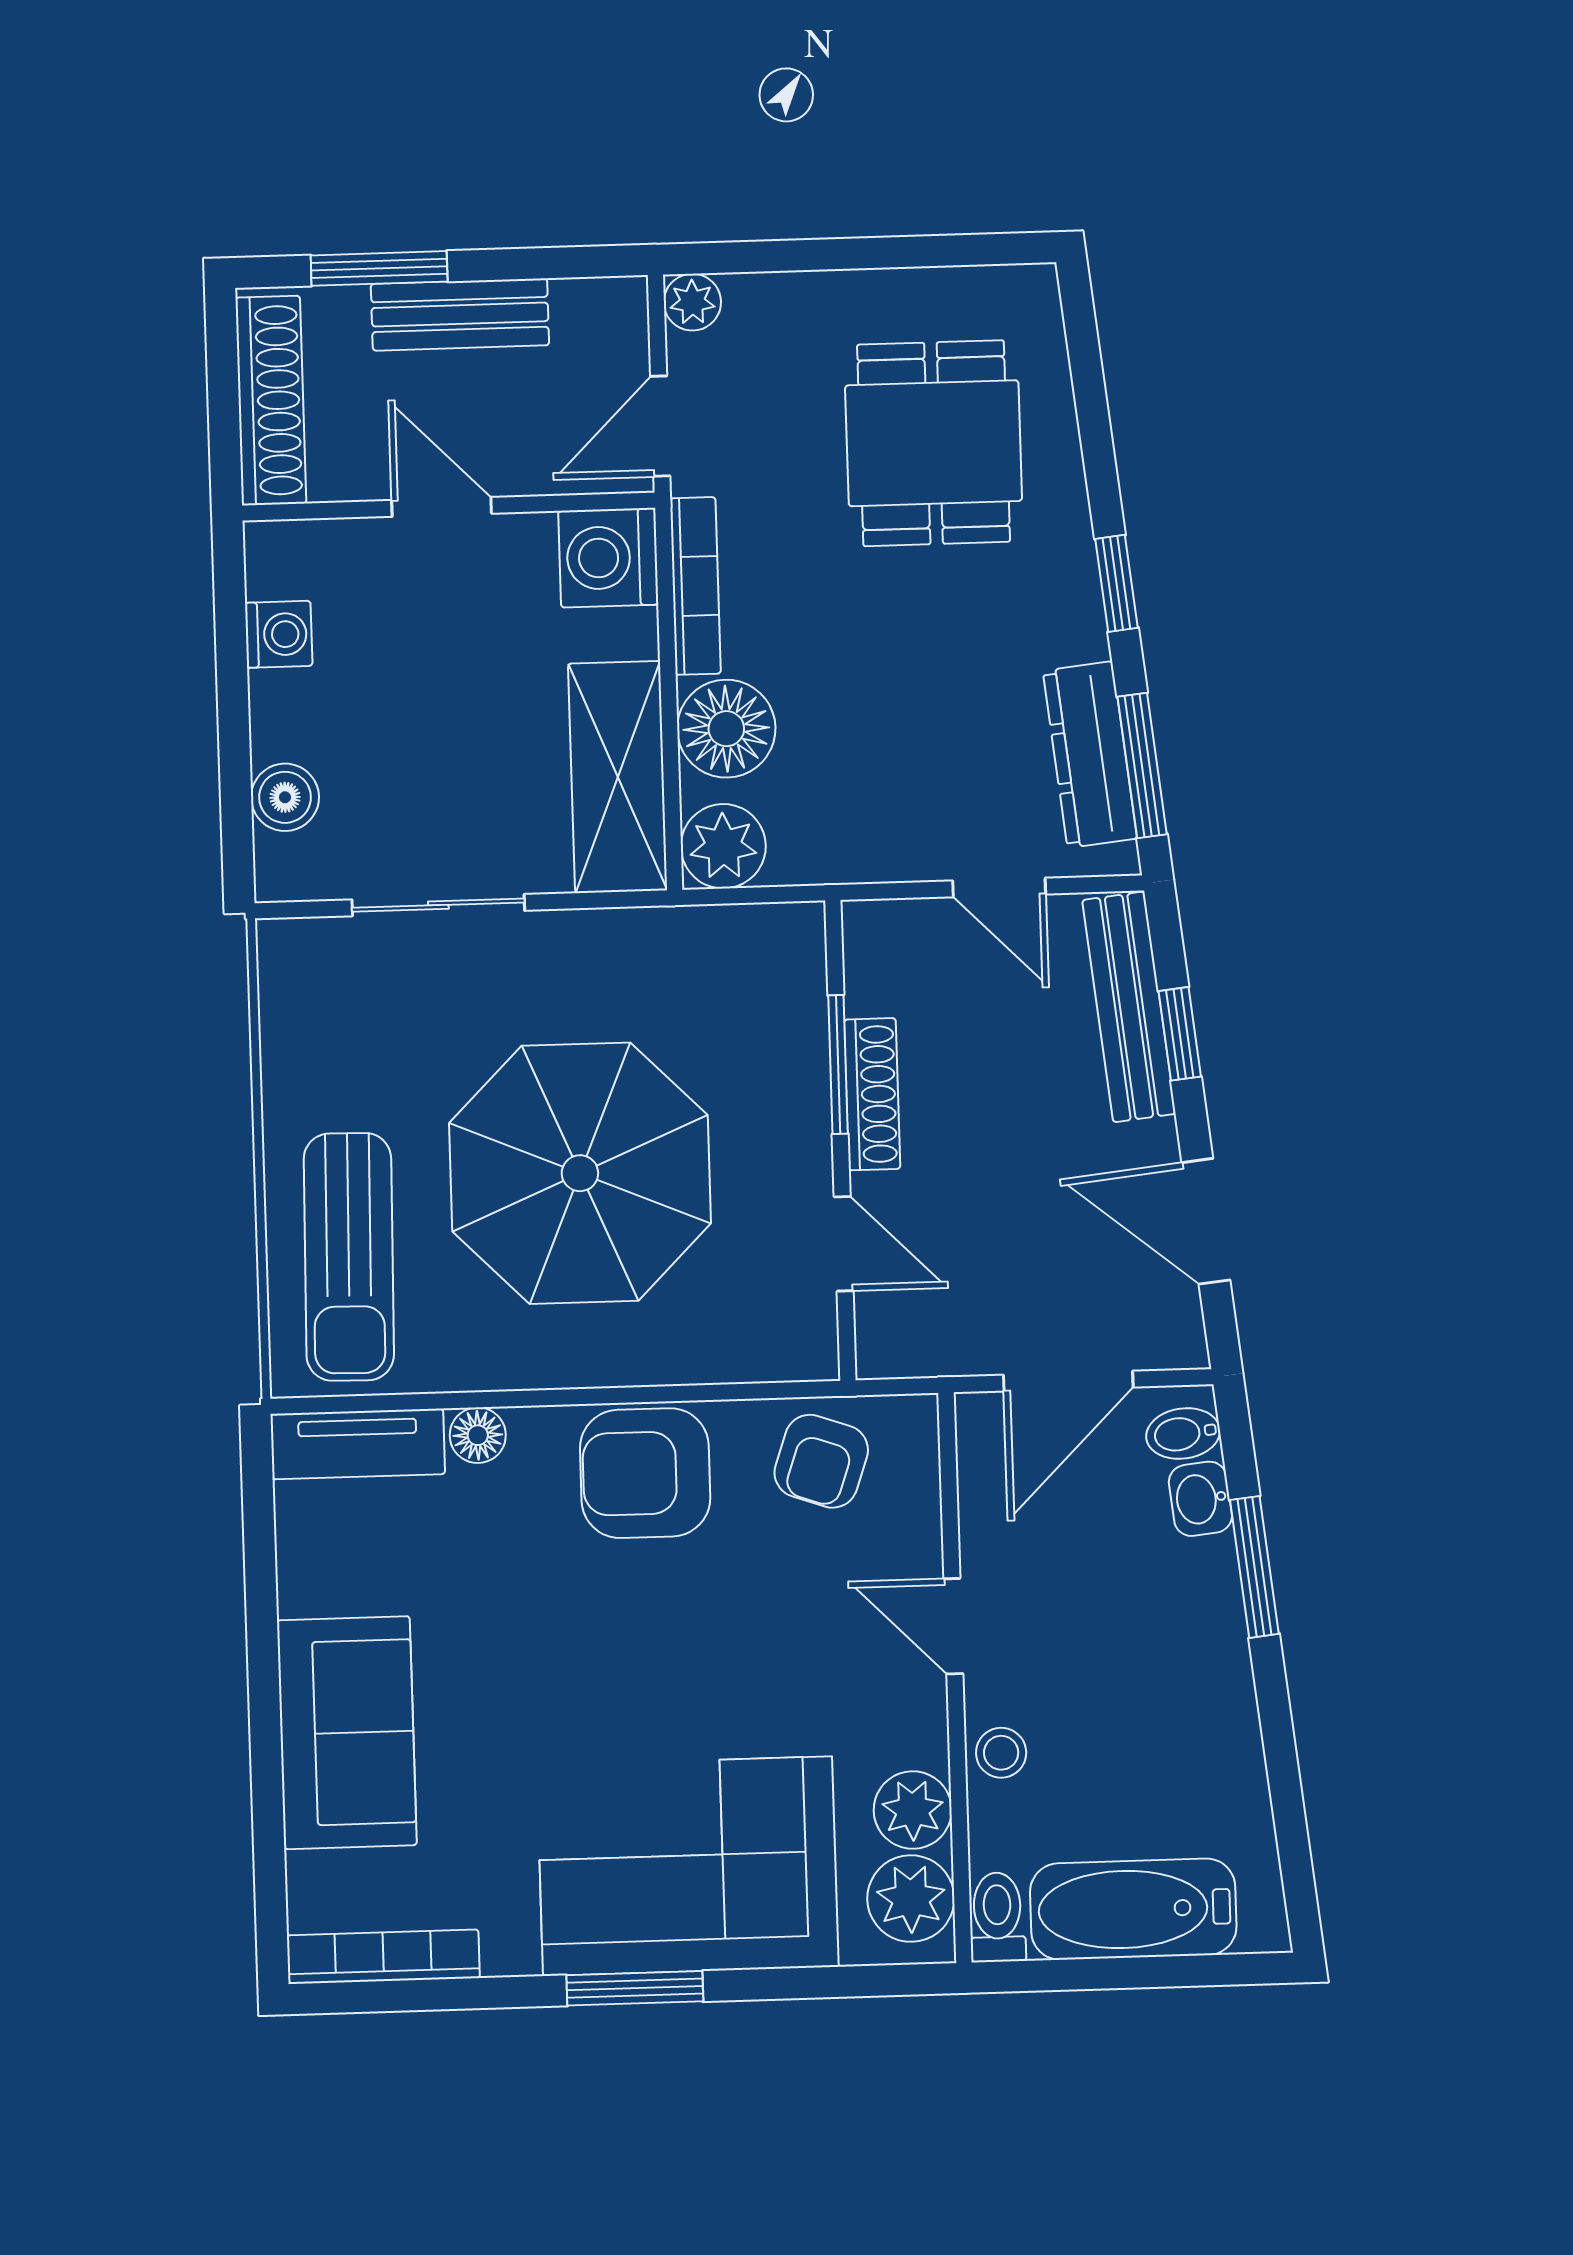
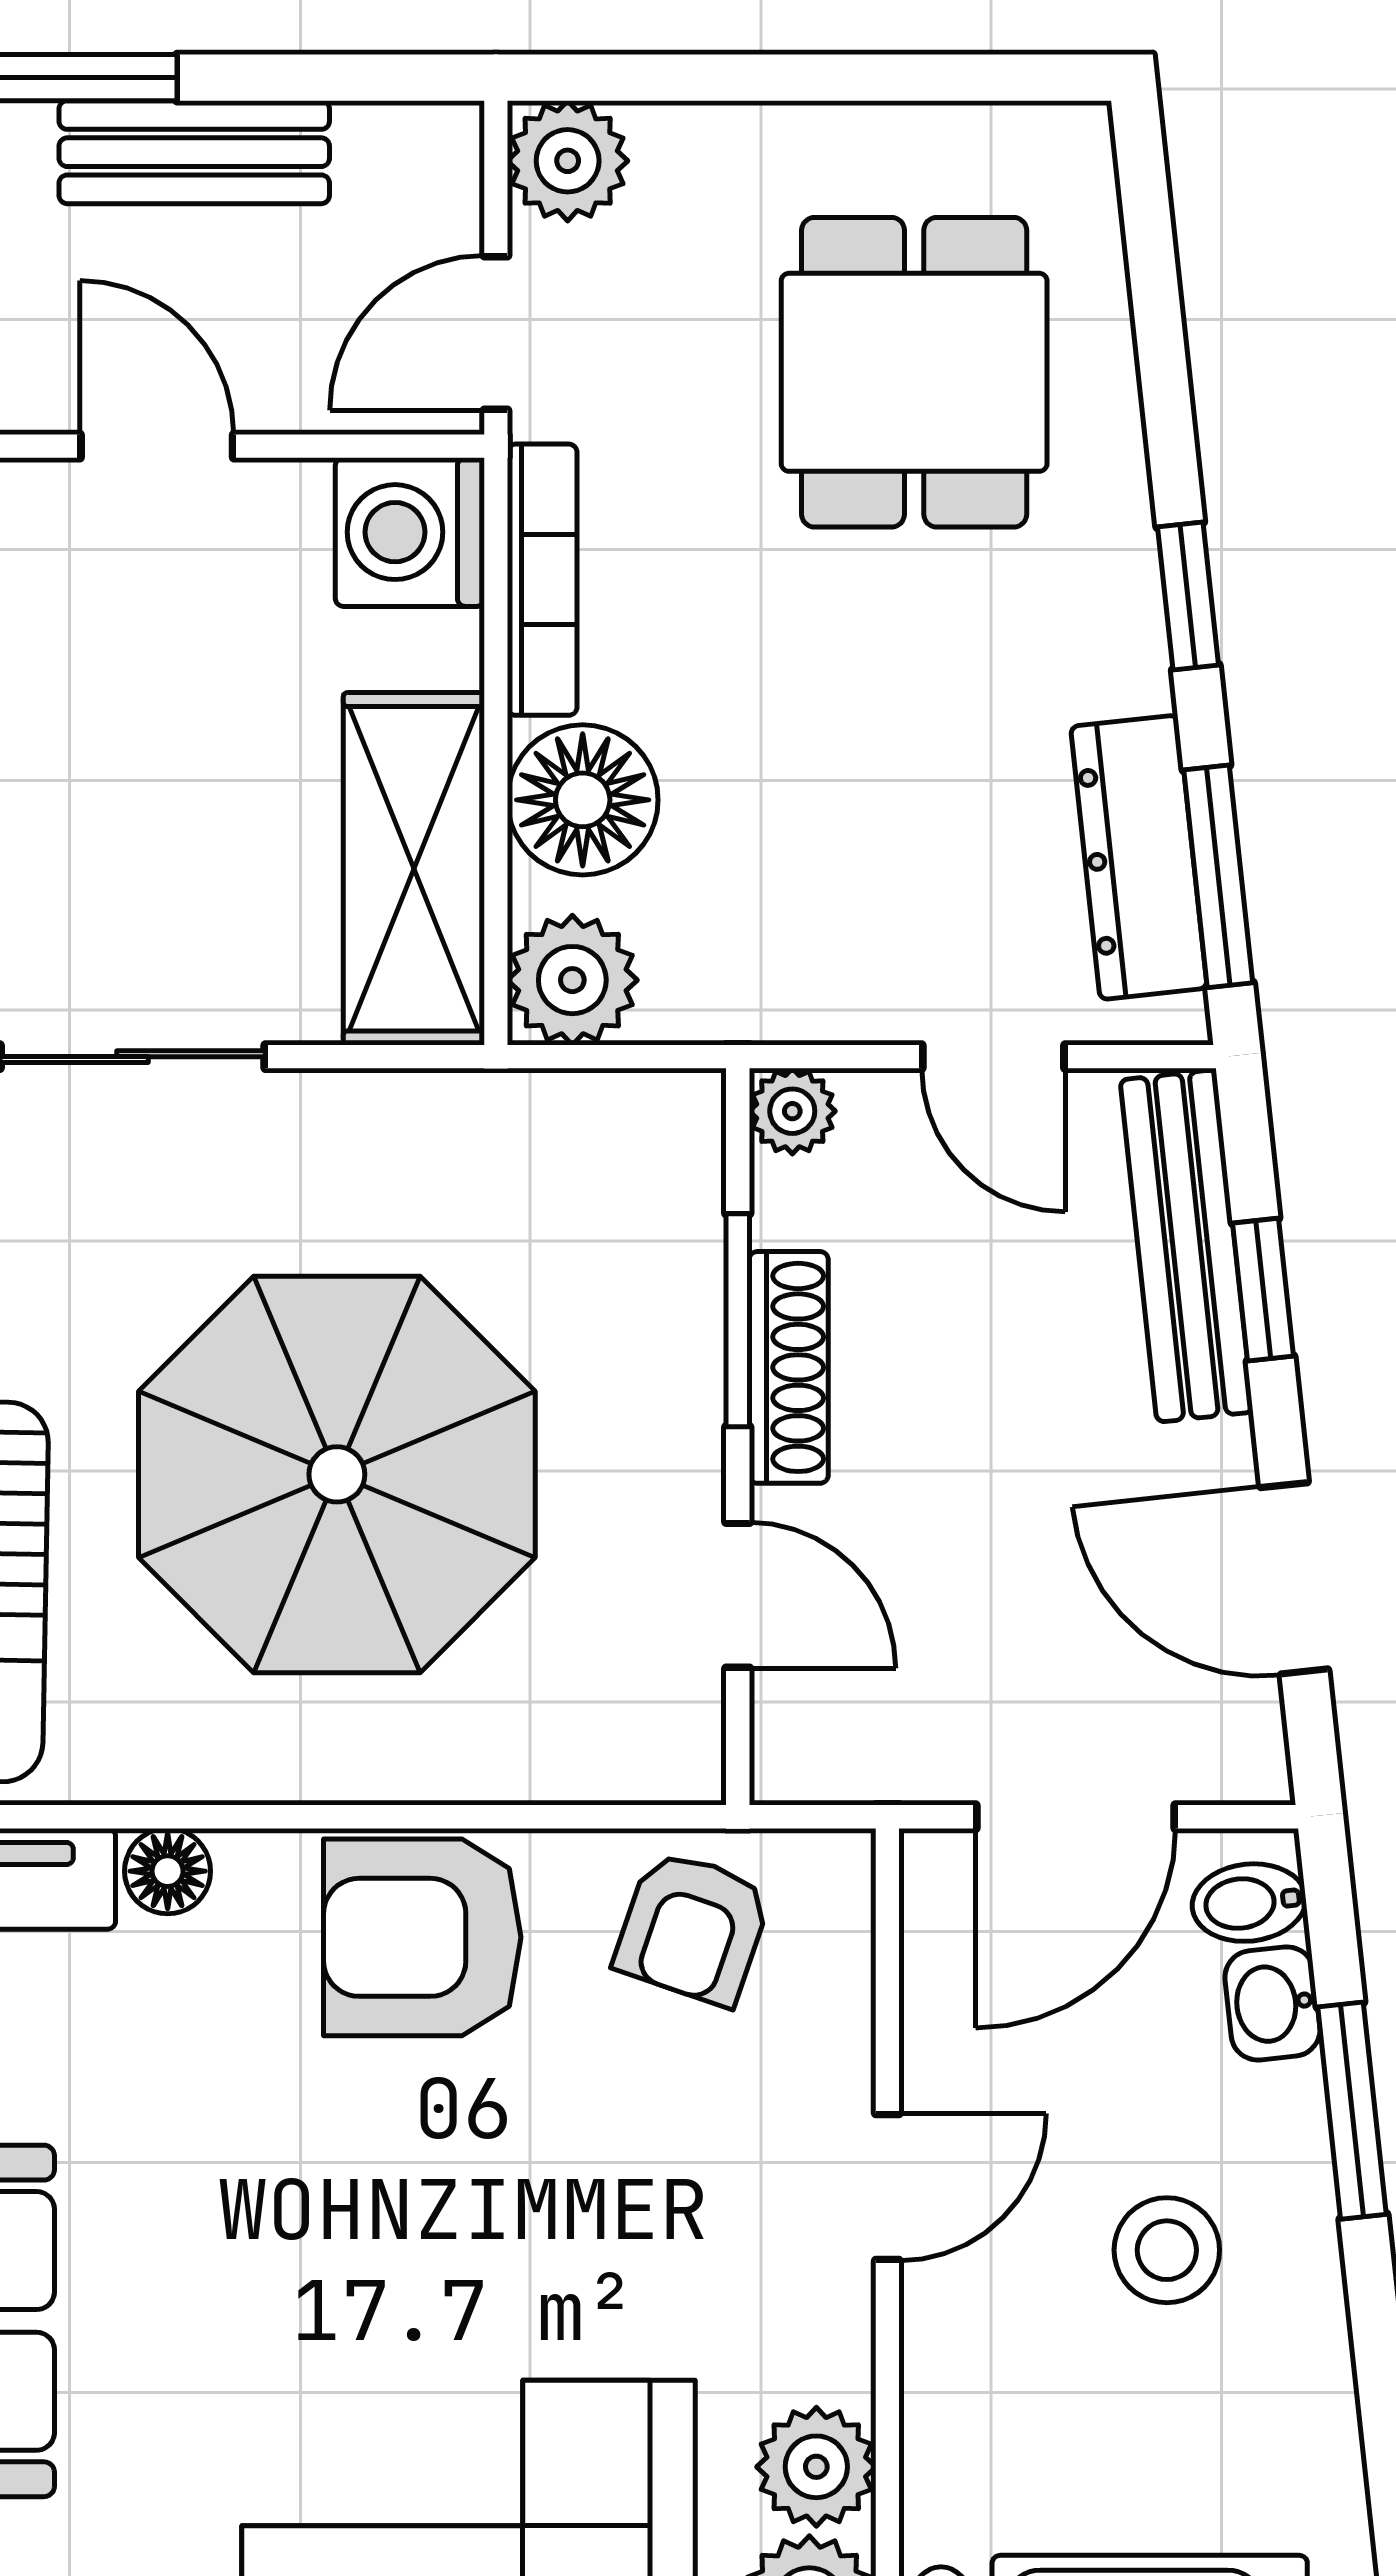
plant: (692, 302) -> (568, 161), width x1.38, depth x1.38
plant: (869, 927) -> (792, 1111), added
door: (953, 1626) -> (887, 2187), swing flipped
stool: (1001, 1753) -> (1167, 2250), moved, width x1.37, depth x1.37

